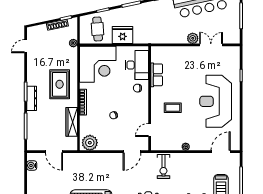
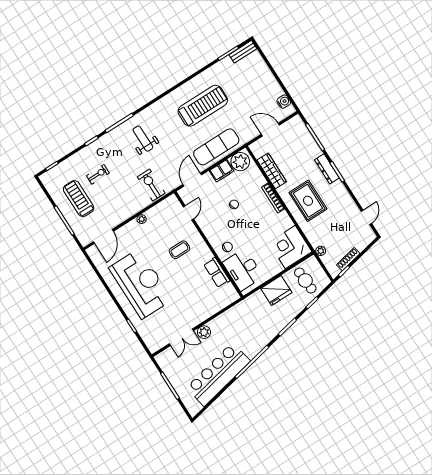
corner desk: (98, 64) -> (290, 247), width x0.74, depth x0.74
filing cabinet: (107, 145) -> (222, 171), added
exercise mat: (100, 164) -> (216, 147), added

